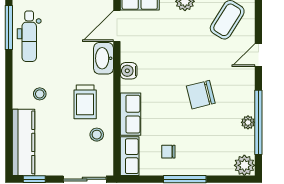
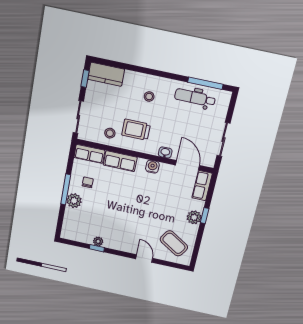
washbasin: (103, 58) -> (165, 153), width x0.52, depth x0.69
chair: (201, 95) -> (124, 214), removed
window: (258, 122) -> (97, 248), width x0.32
kitchen counter: (24, 142) -> (106, 74), width x0.67
plant: (244, 165) -> (74, 201), moved

